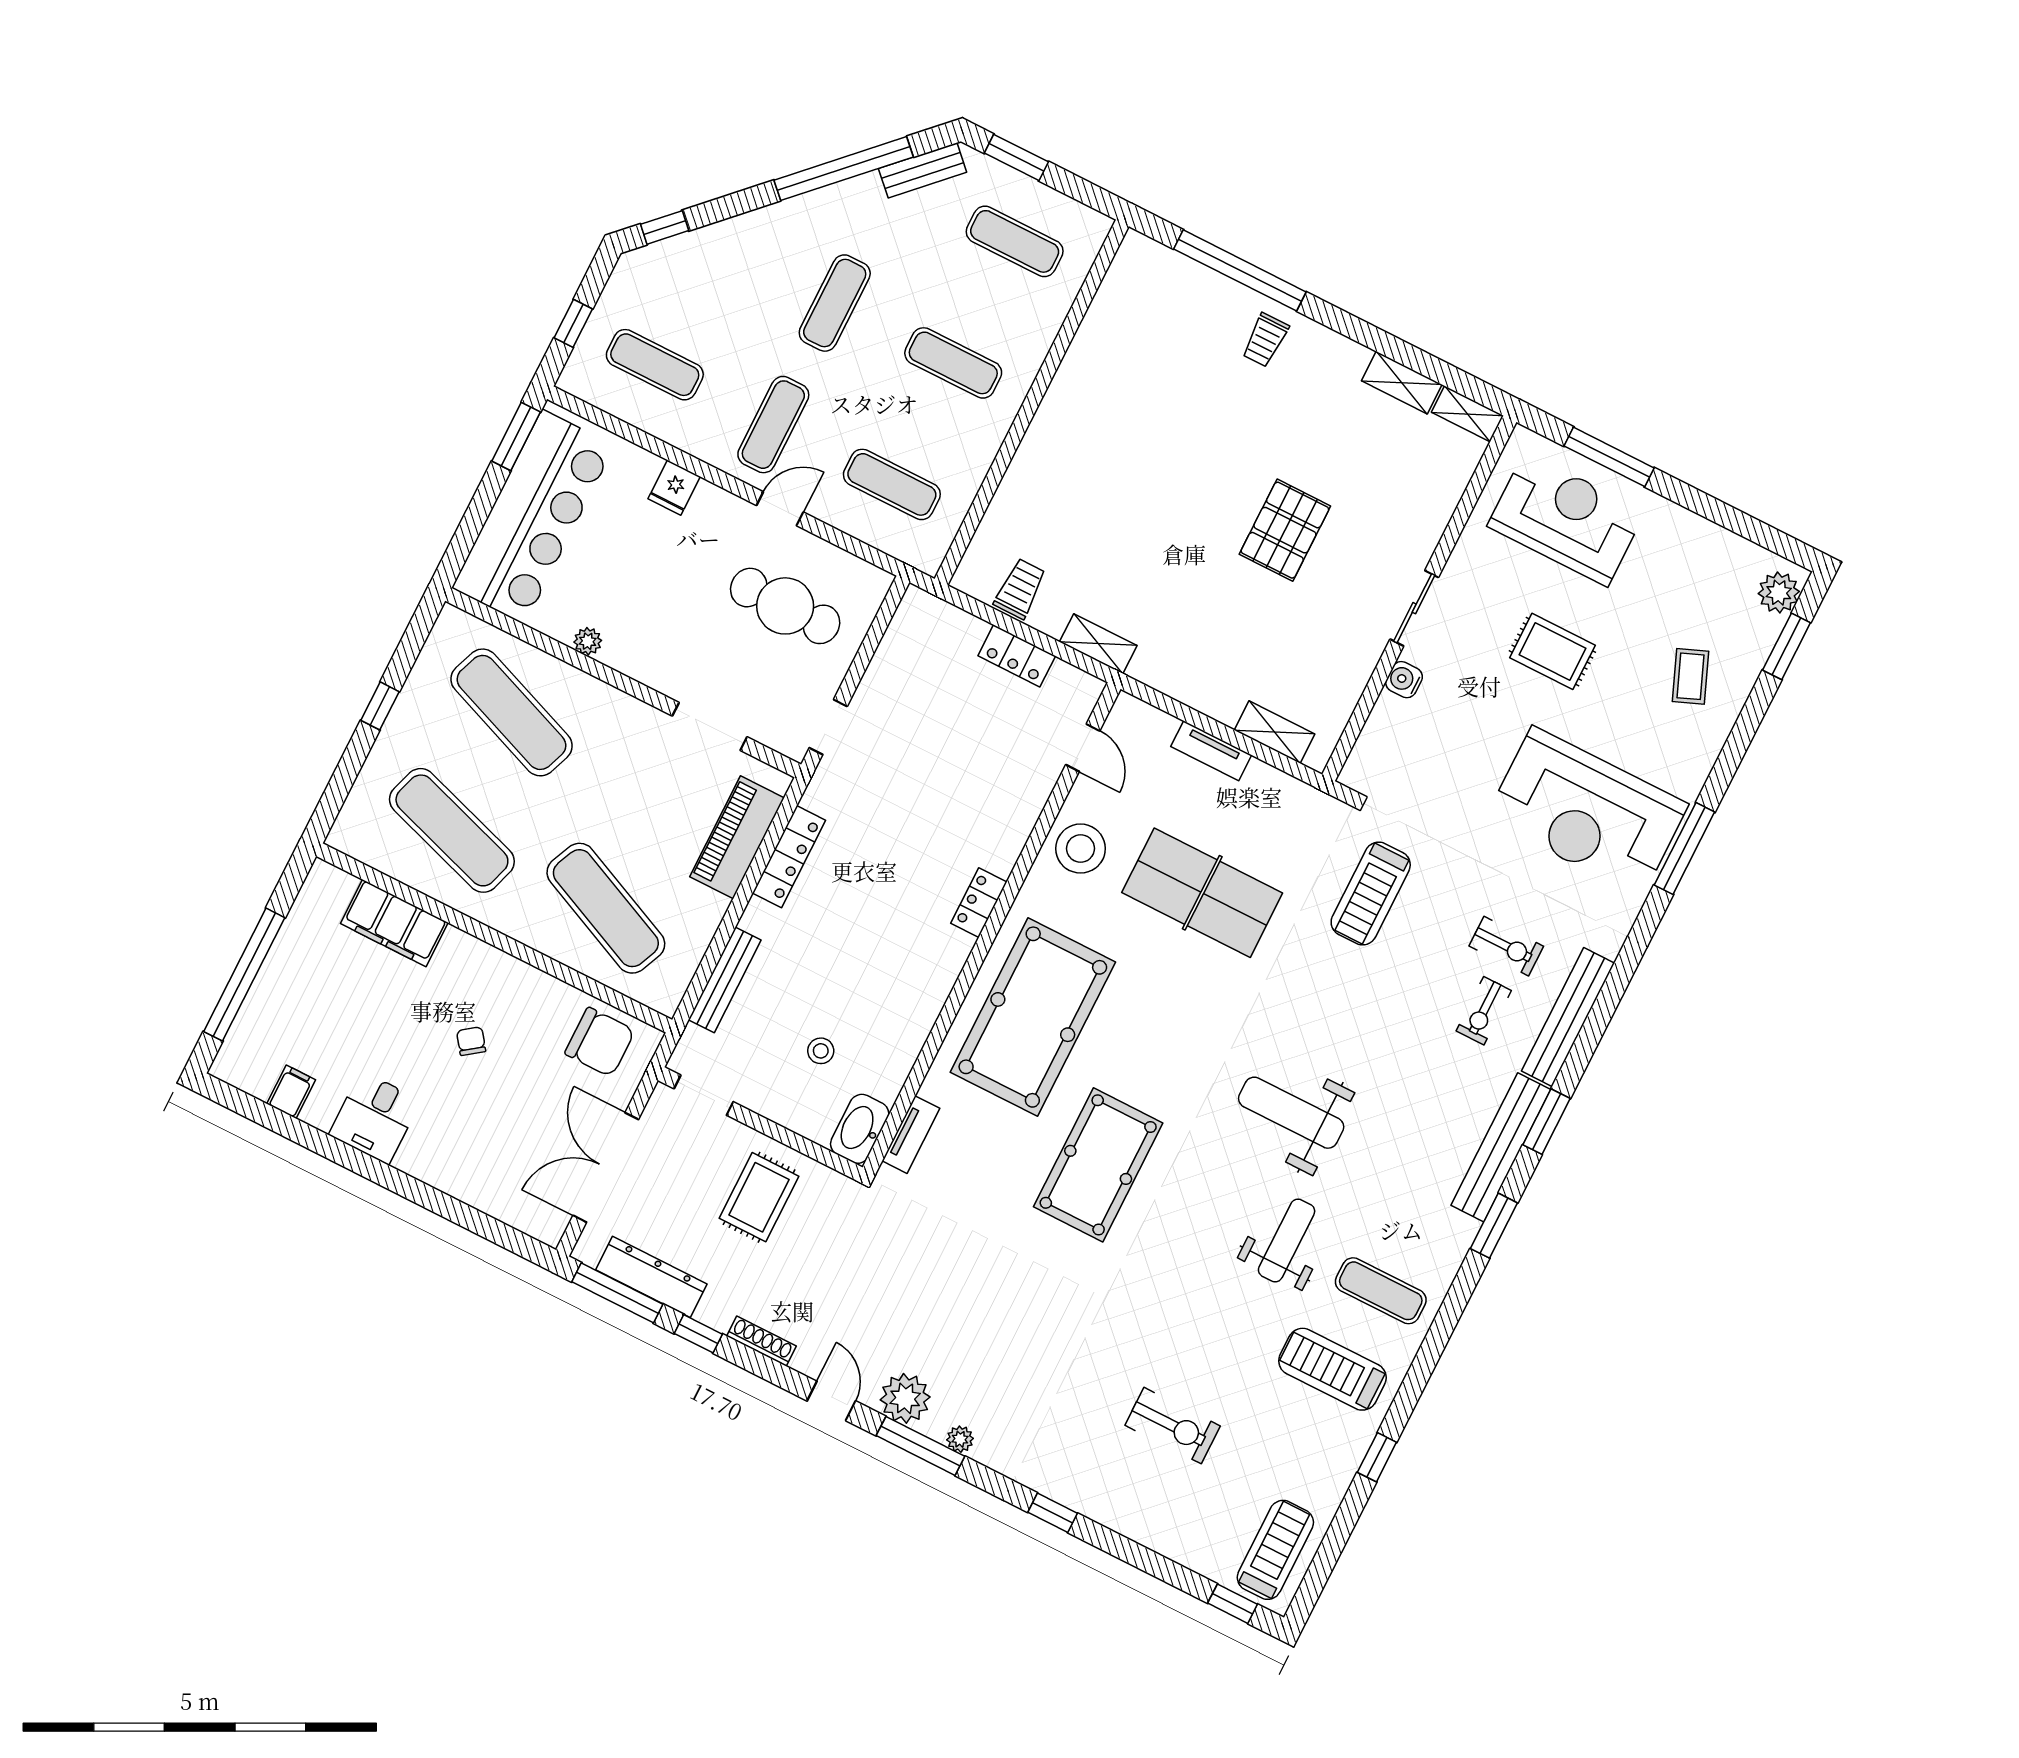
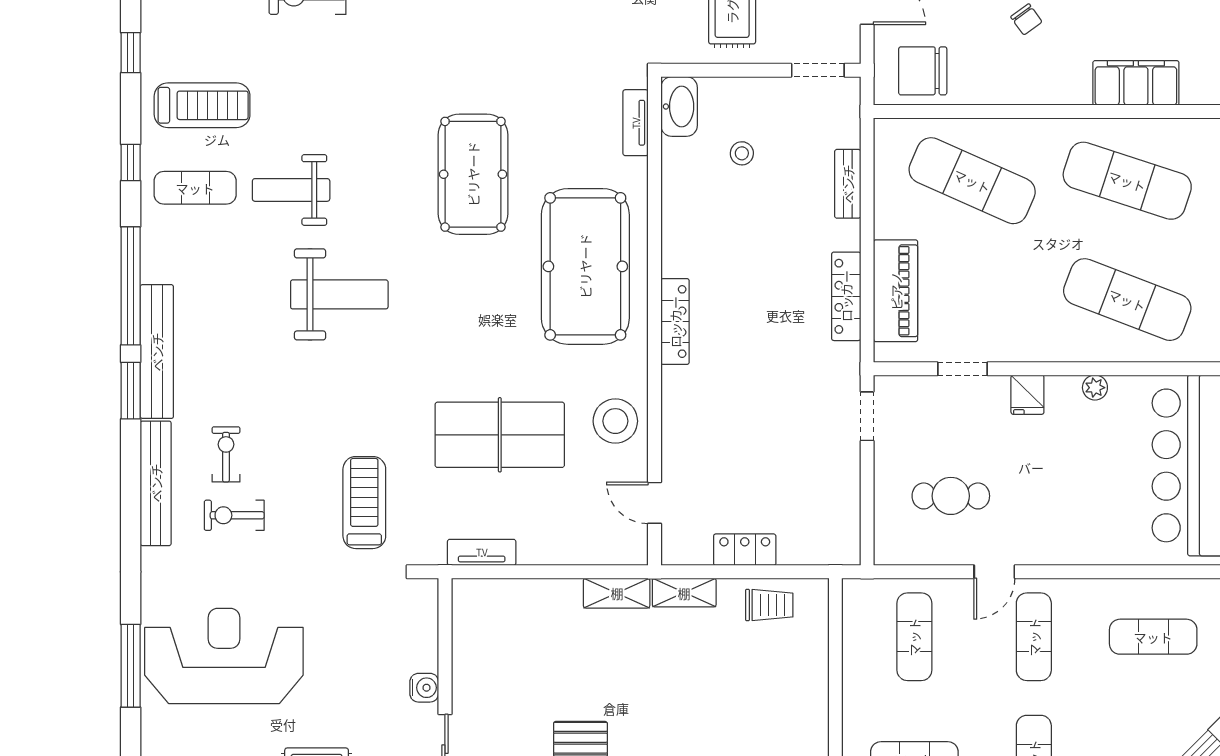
exercise mat: (892, 484) -> (914, 637), turned 90
fridge: (674, 488) -> (1027, 395), moved, turned 180
trolley: (1020, 589) -> (769, 605), turned -90
cafe table: (785, 606) -> (951, 496), width x0.73, depth x0.74
doorway: (710, 726) -> (963, 369), width x0.73
shelving: (1275, 732) -> (617, 593), moved
tv unit: (1211, 751) -> (482, 552), moved
locker: (979, 903) -> (675, 322), width x1.53
bench: (725, 980) -> (848, 184), width x0.73
window: (1494, 1226) -> (131, 286), width x2.11
weight bench: (1287, 1240) -> (291, 190), turned 90
window: (1432, 1348) -> (131, 163), added

